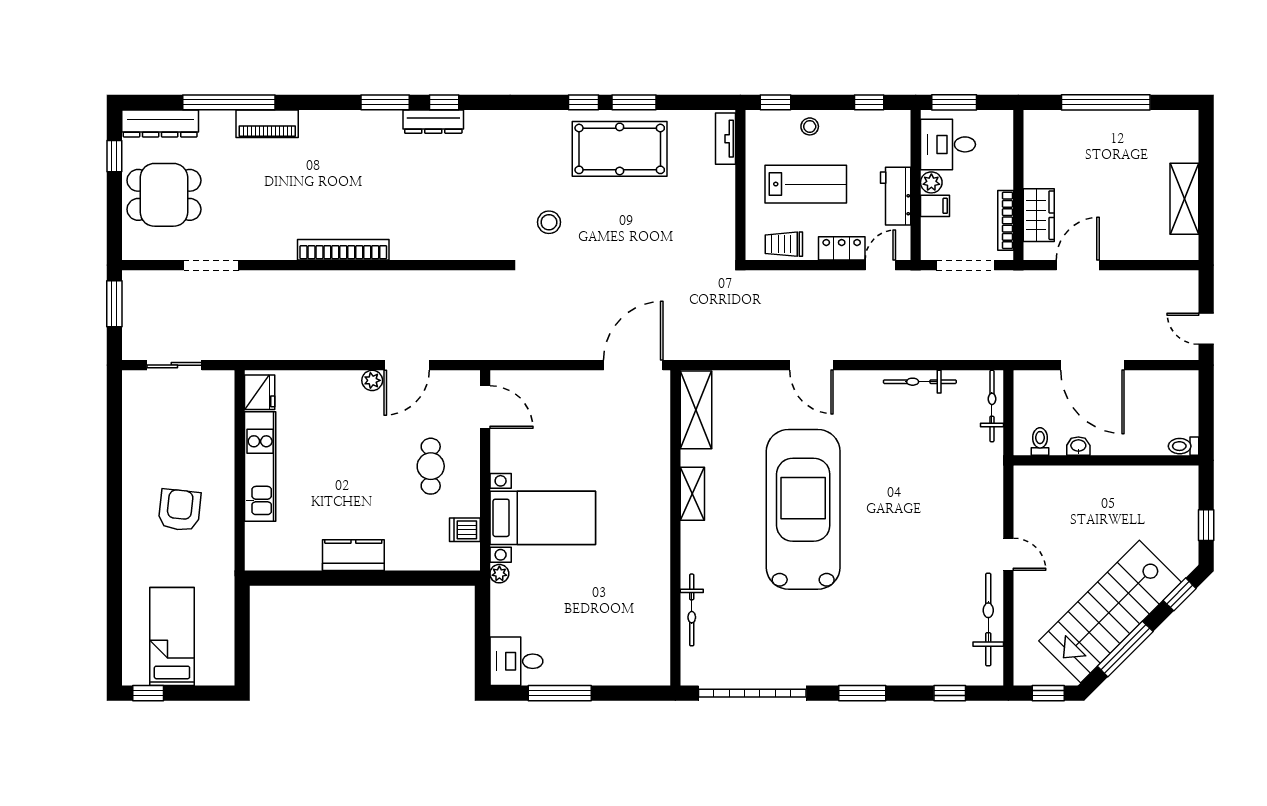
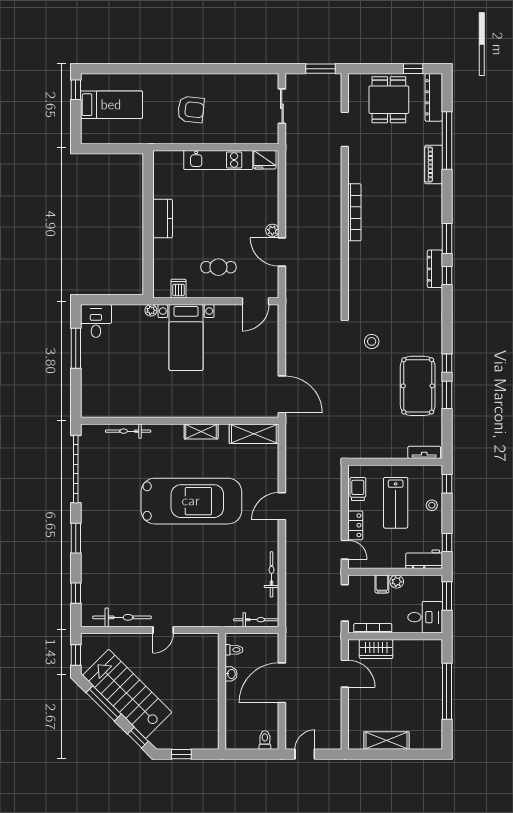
desk: (948, 144) -> (425, 617), moved, turned 90
workbench: (896, 196) -> (424, 559), moved
toilet: (1184, 446) -> (265, 740), moved

